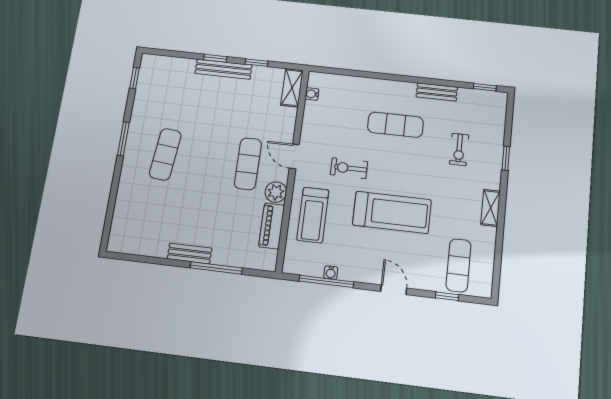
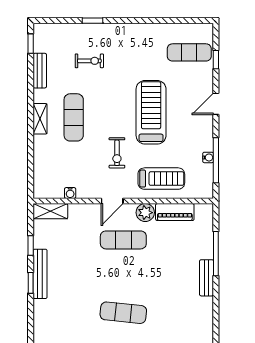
bench: (437, 92) -> (40, 71), moved
water cooler: (312, 94) -> (70, 193), moved
shelving: (491, 208) -> (40, 119), moved, turned 90

